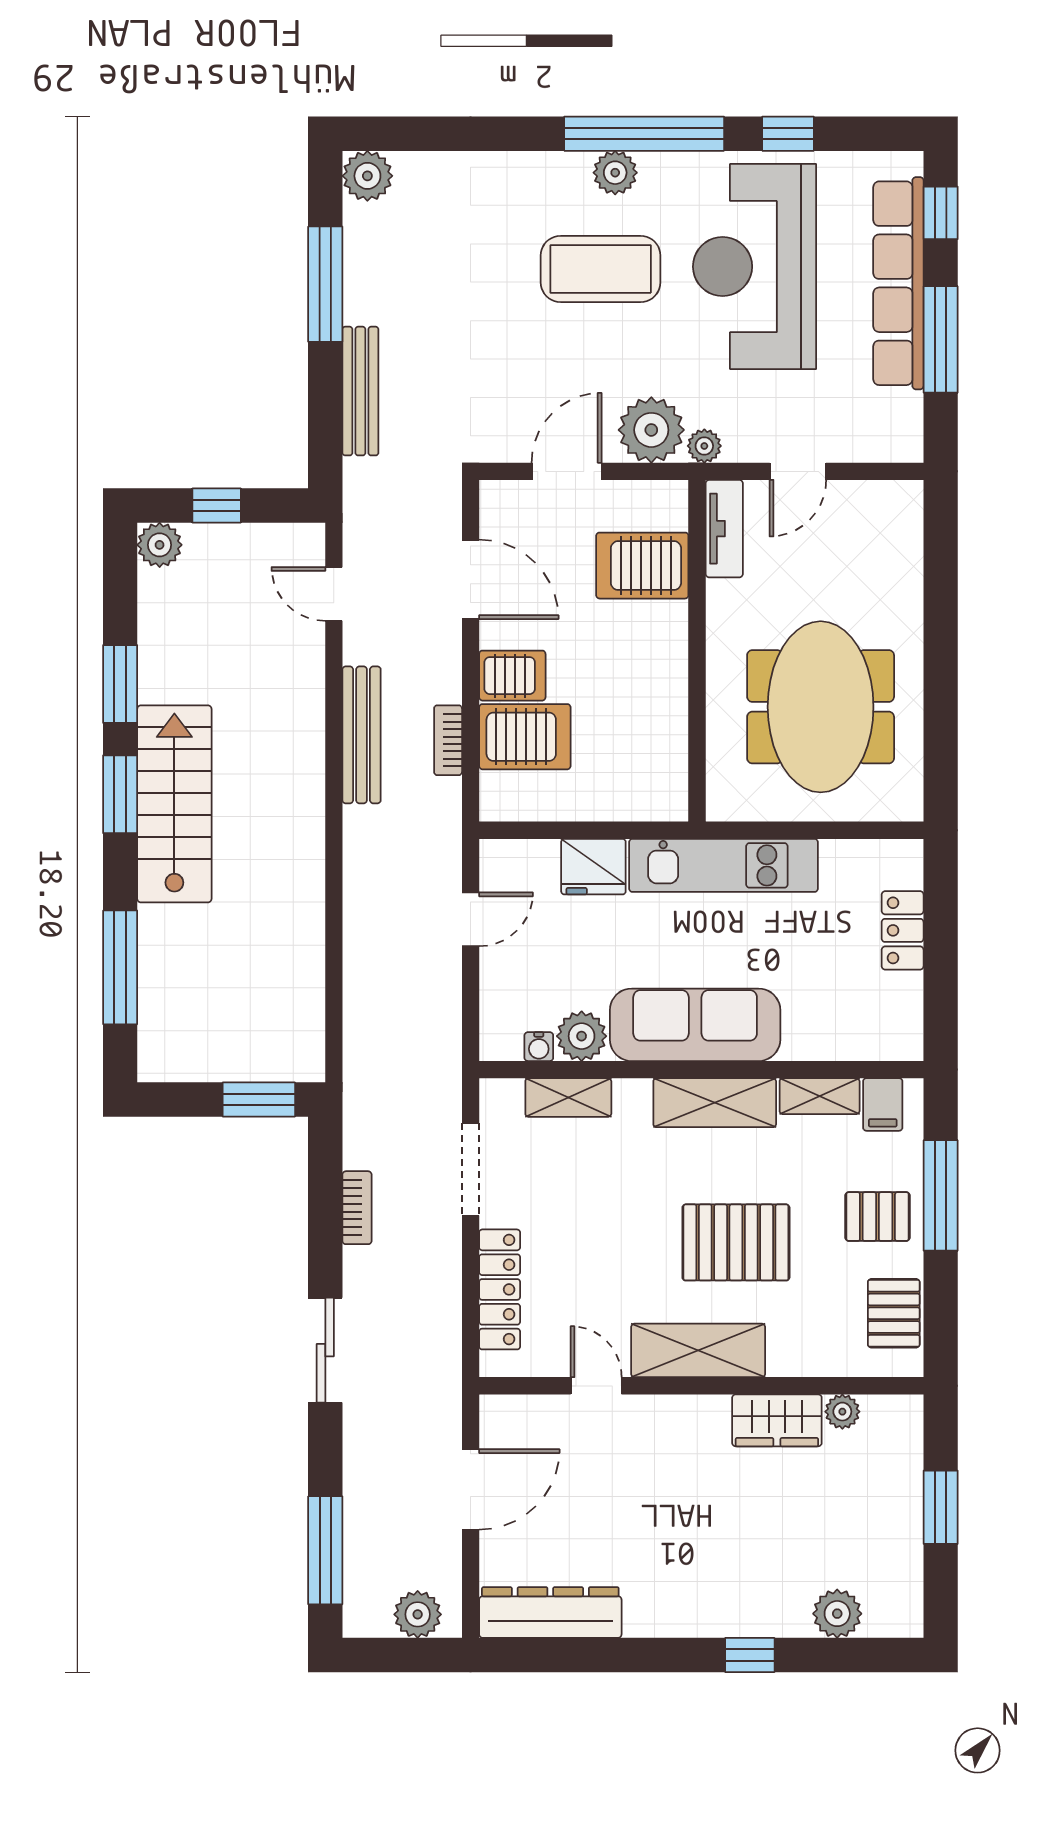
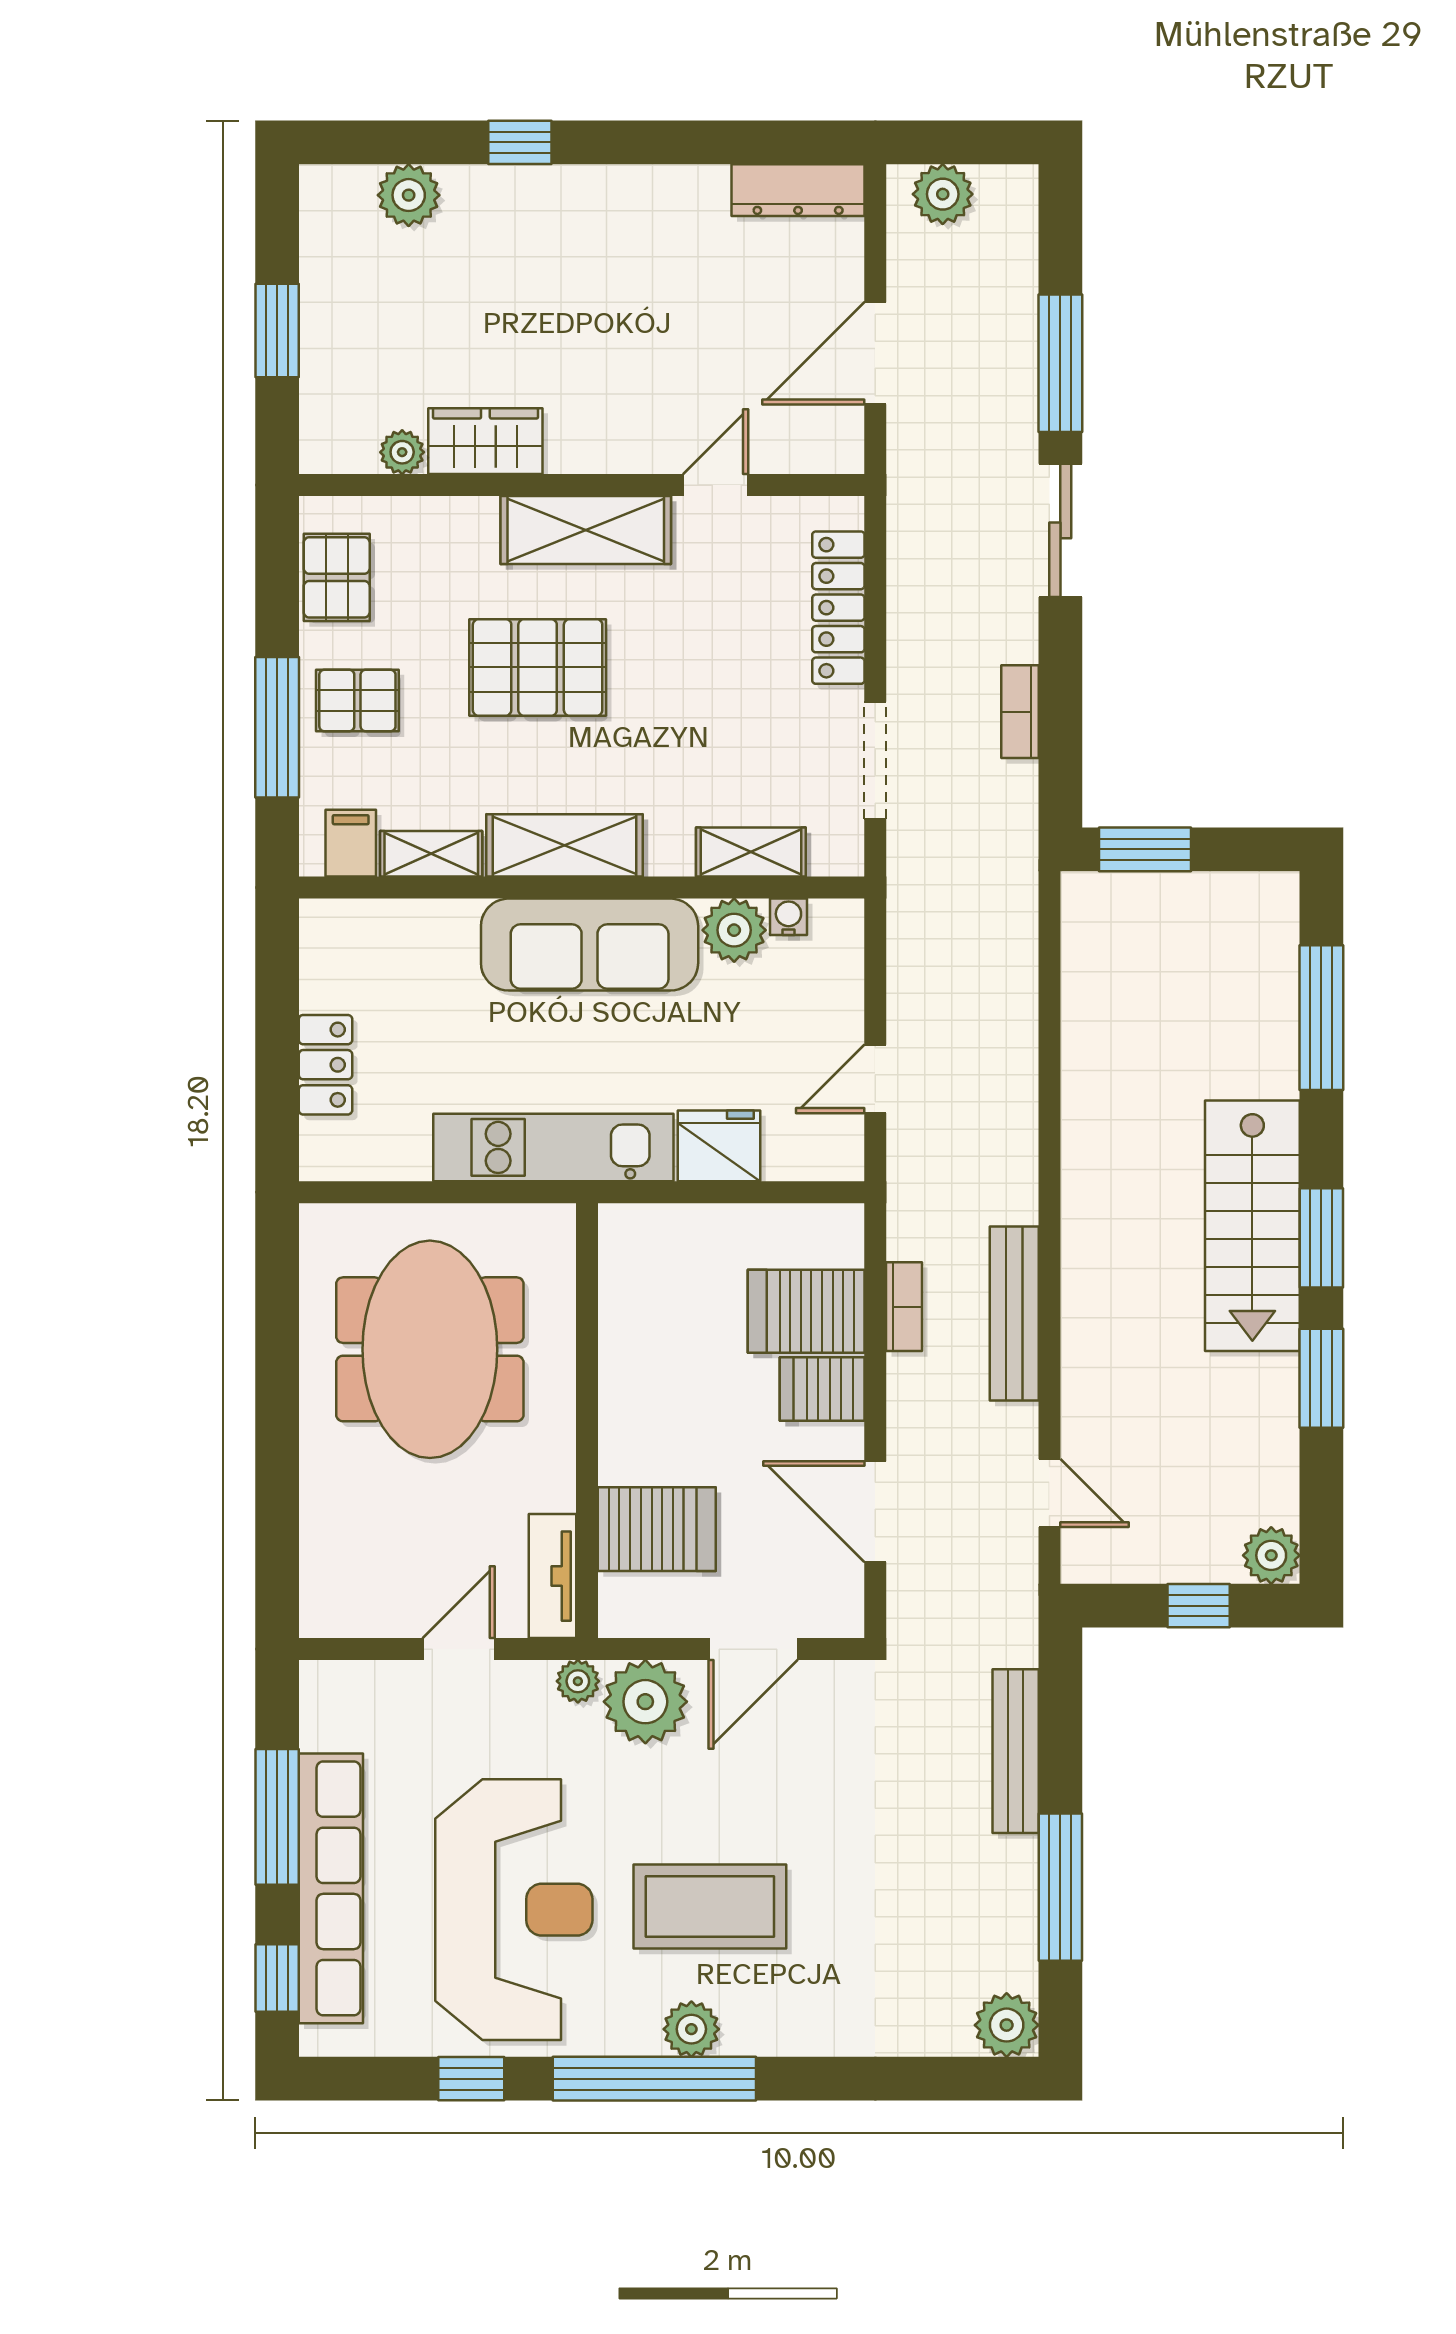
door: (596, 1386) -> (716, 485), swing flipped
window: (325, 1550) -> (1060, 363), moved
dresser: (550, 1613) -> (798, 190), width x0.73, depth x0.80

